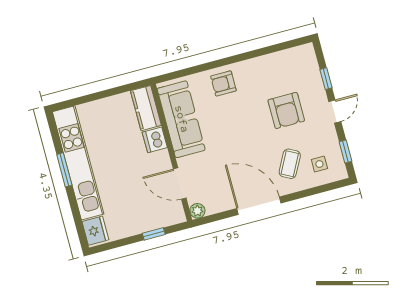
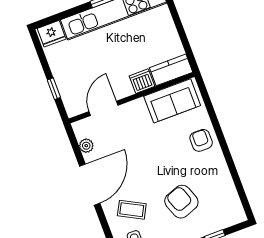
armchair: (286, 110) -> (181, 202), turned 70
sofa: (181, 119) -> (172, 101), width x0.73
plant: (197, 211) -> (86, 146), moved

